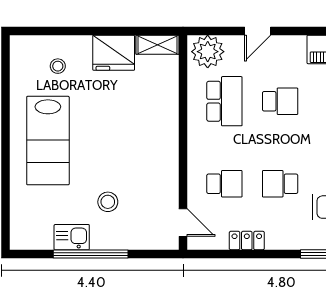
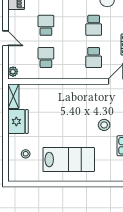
plant: (208, 52) -> (13, 72), width x0.53, depth x0.53
school desk: (224, 101) -> (46, 58), width x0.54
school desk: (224, 184) -> (94, 58), turned 180

